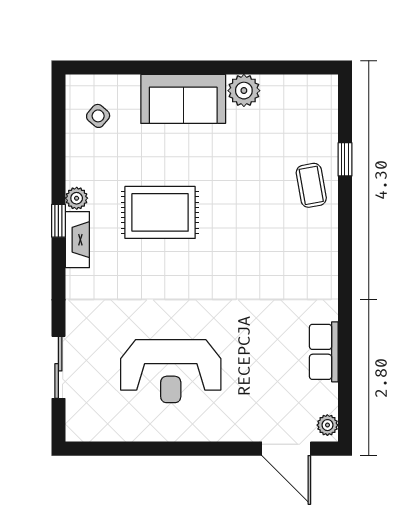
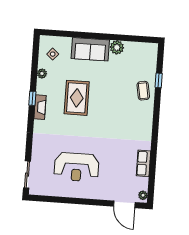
plant: (77, 198) -> (42, 73), moved
rug: (160, 212) -> (77, 98), turned 90
sliding door: (58, 367) -> (27, 175), moved

